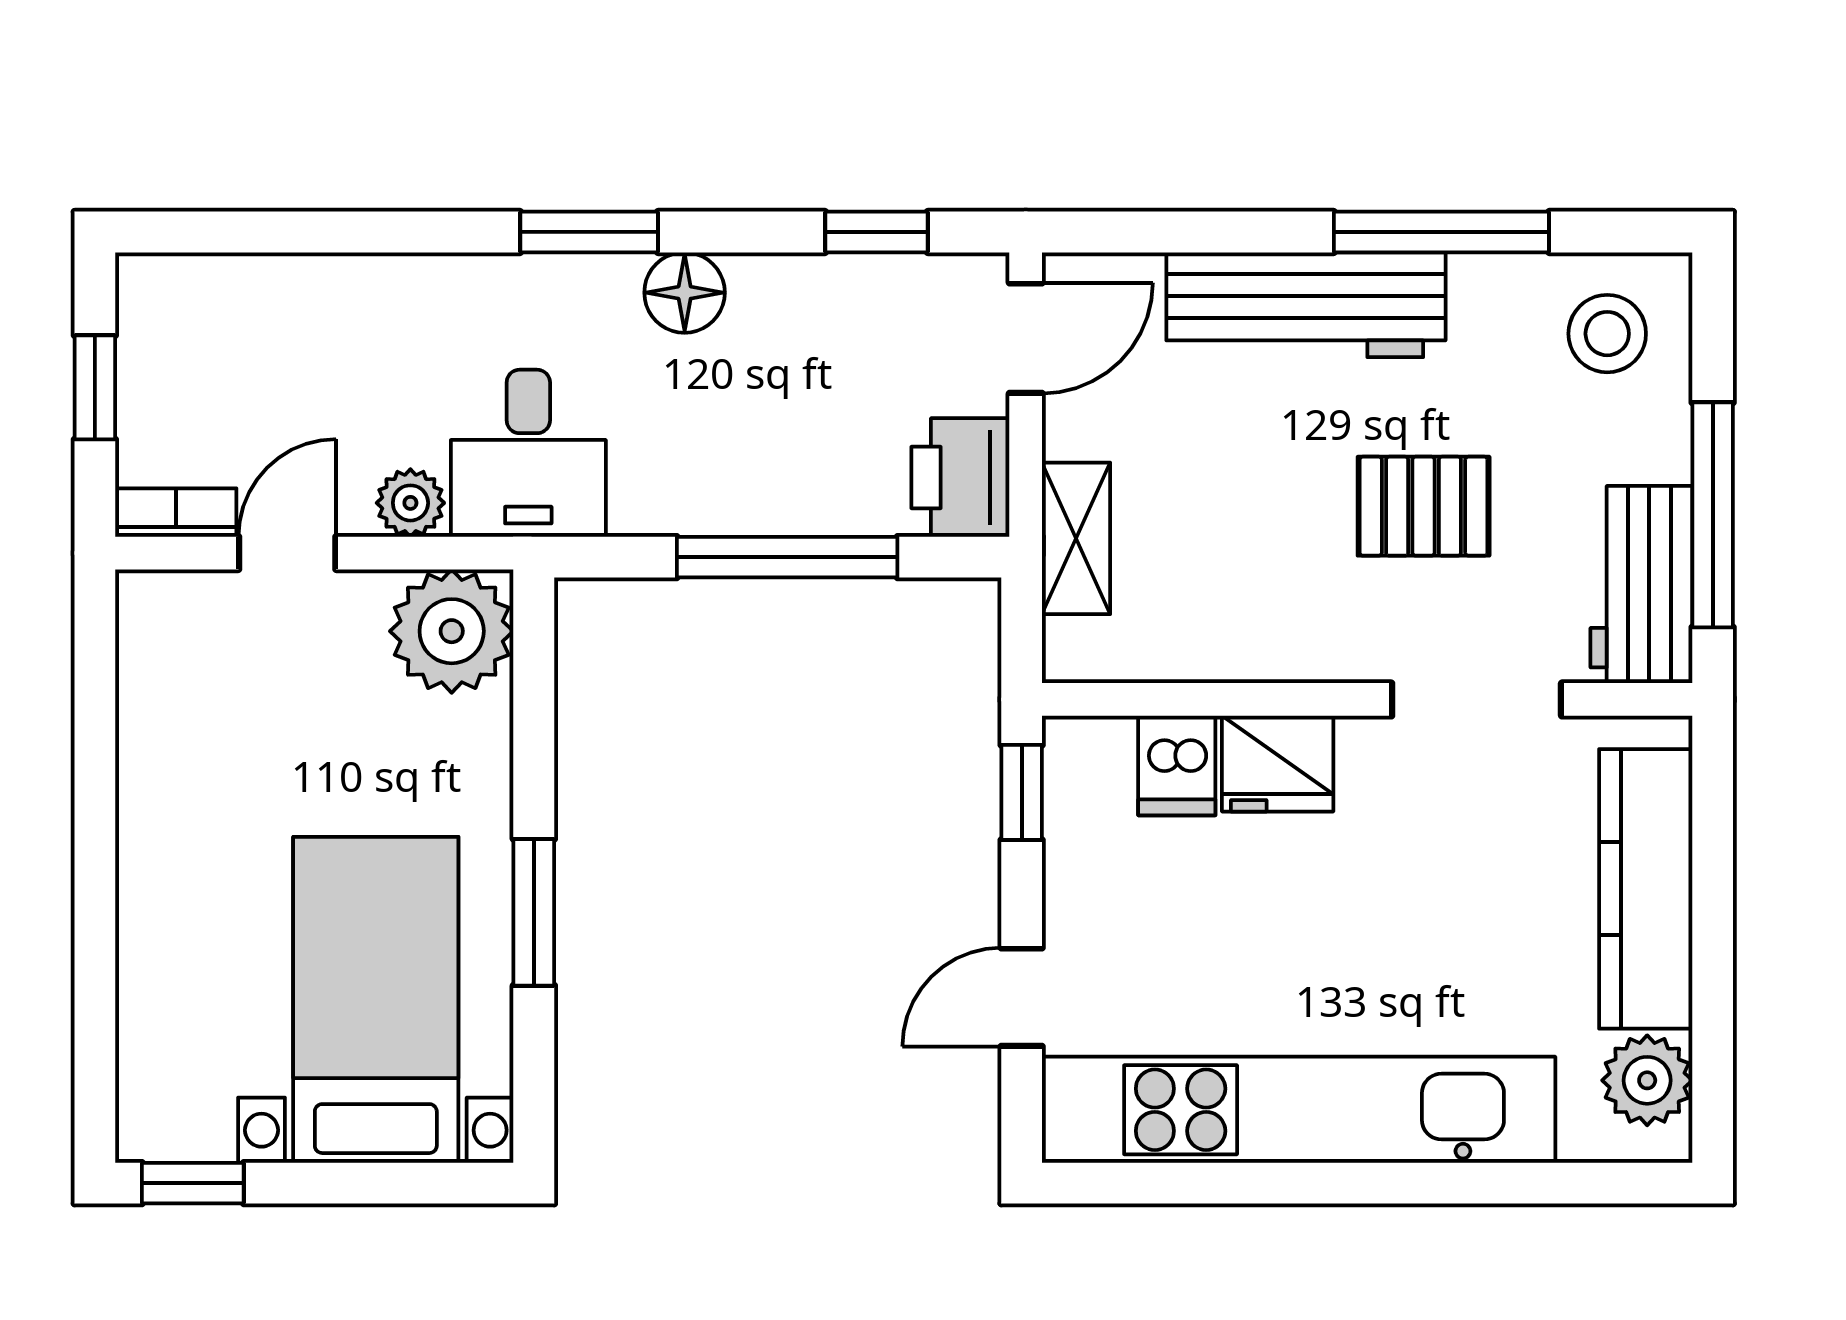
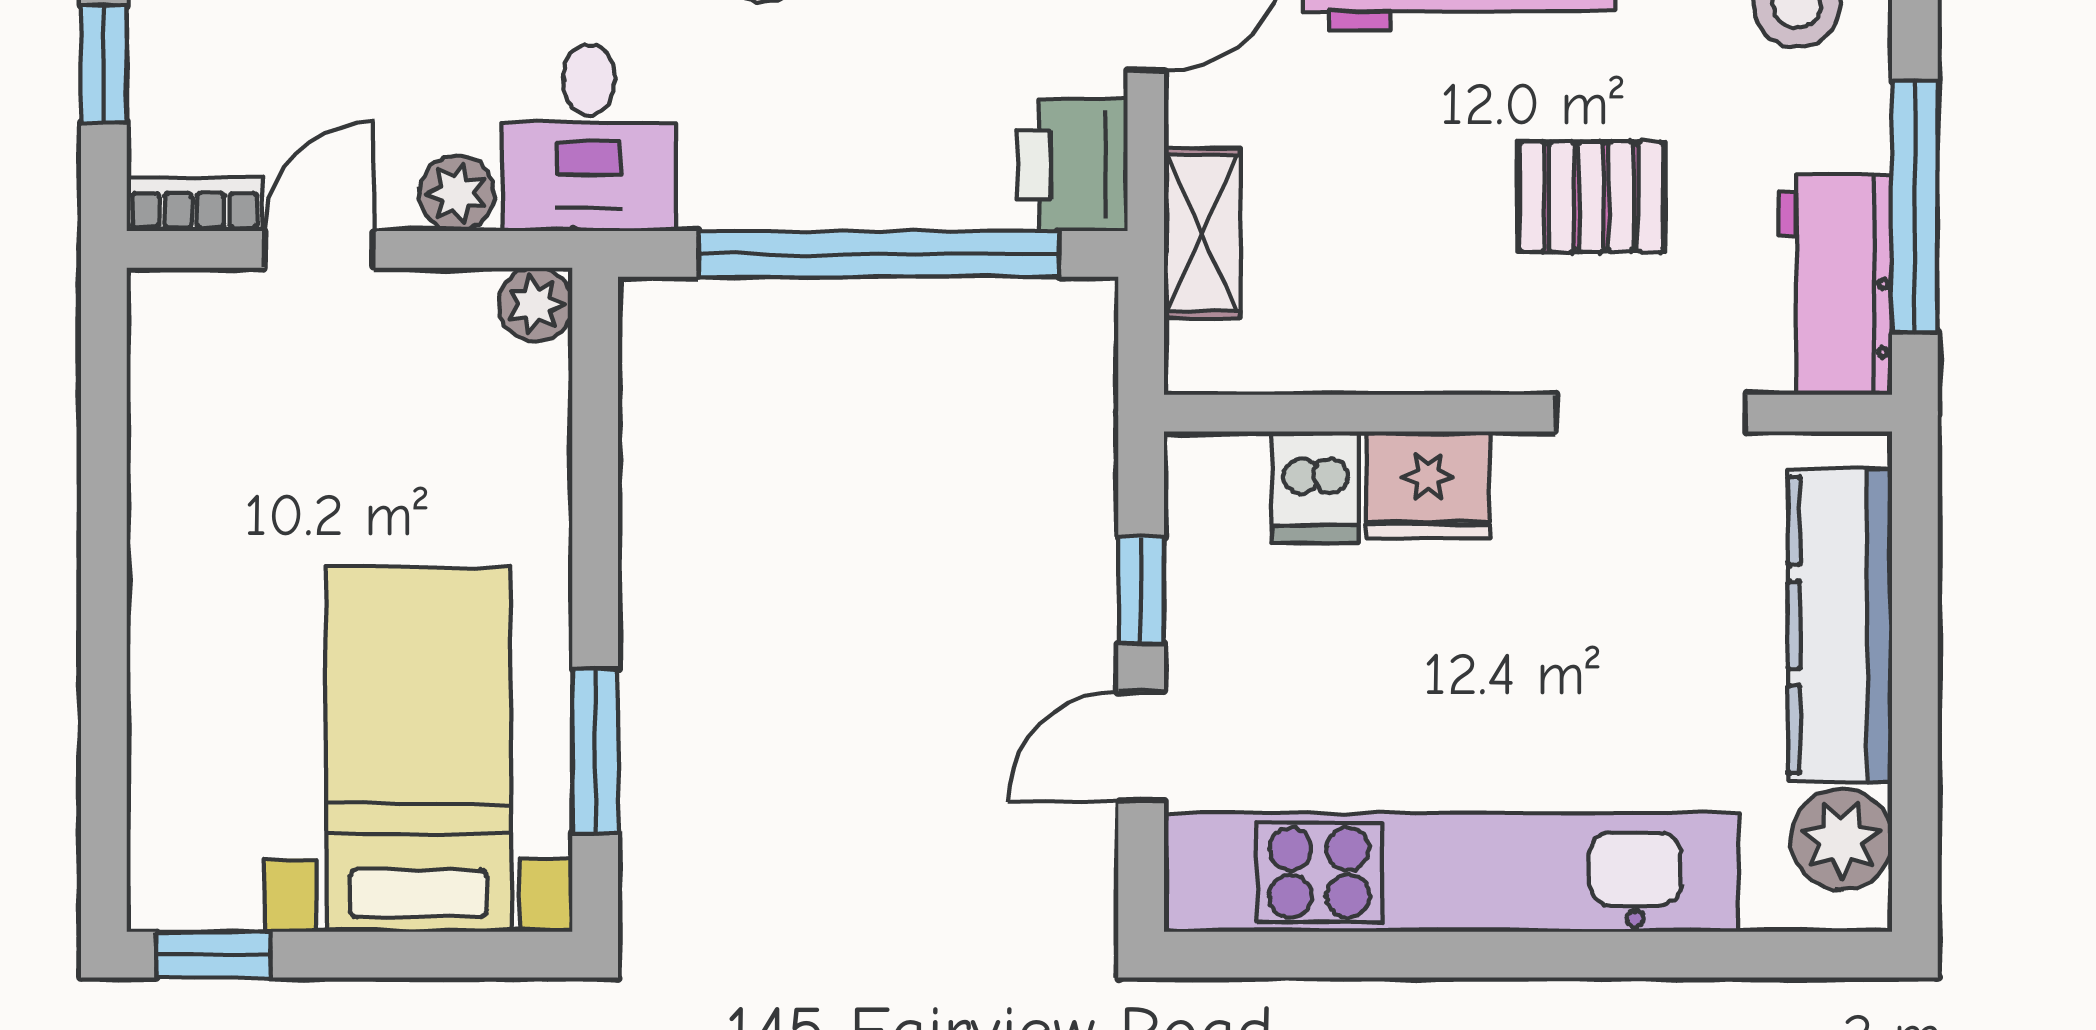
window: (787, 557) -> (879, 254), width x1.46
plant: (452, 631) -> (536, 304), width x0.53, depth x0.53
window: (1022, 792) -> (1141, 590), moved
window: (534, 912) -> (595, 751), moved

